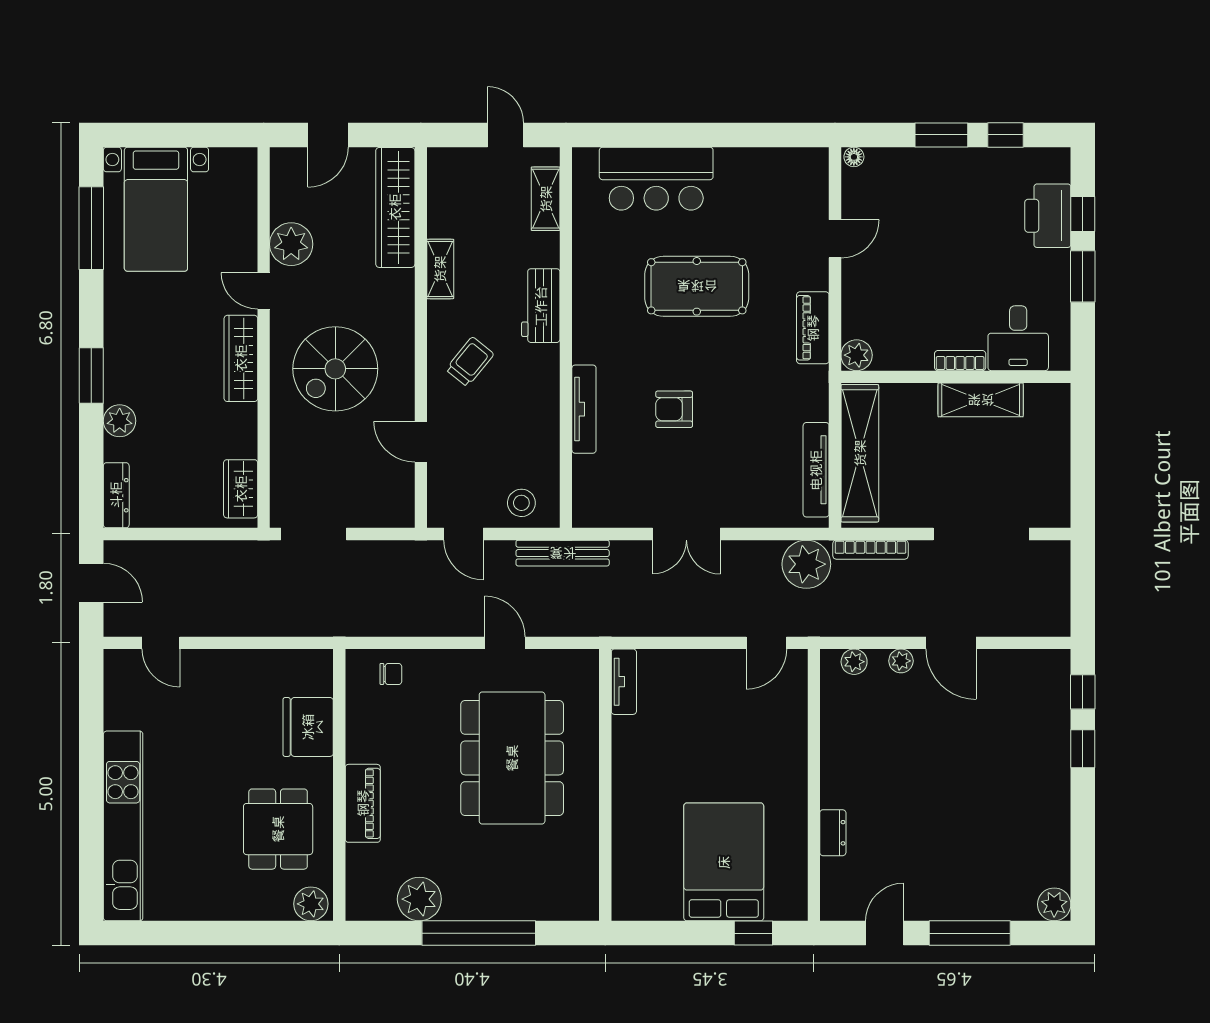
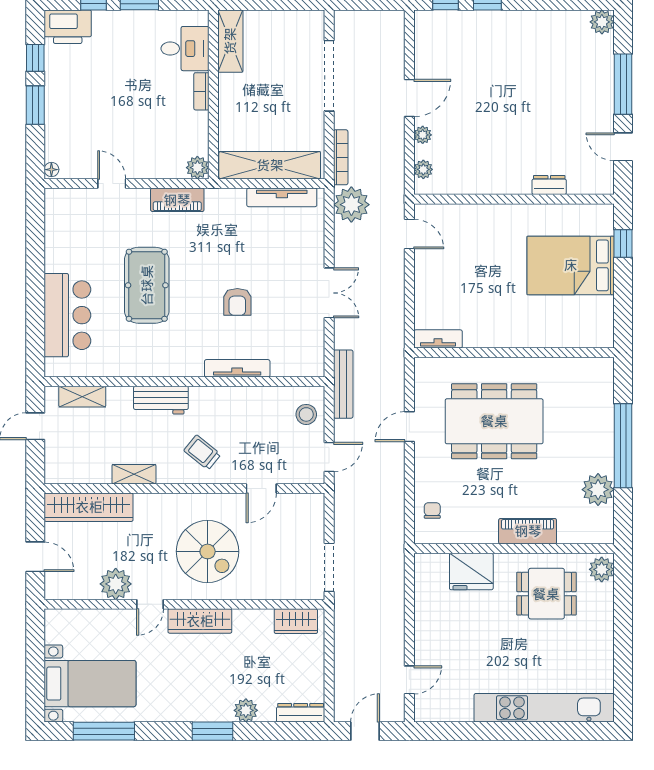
printer: (1048, 216) -> (68, 27), moved
shelving: (981, 400) -> (230, 41), moved

